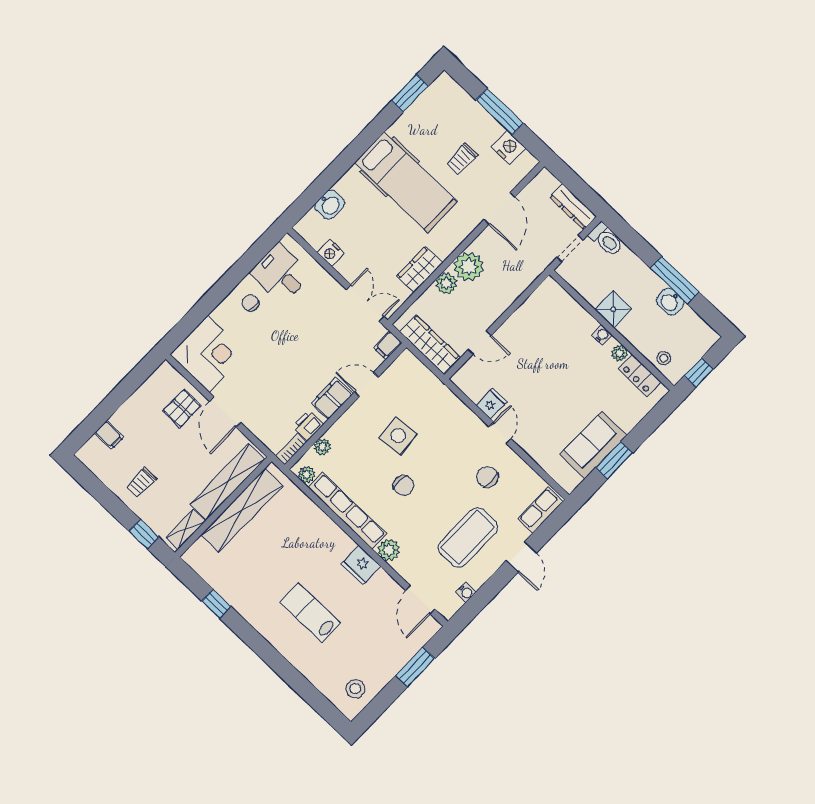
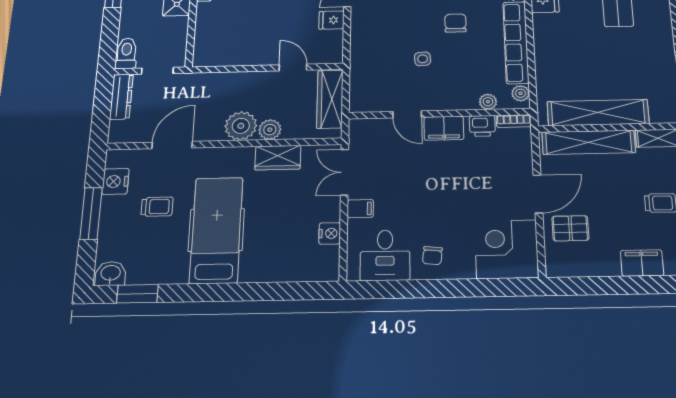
washbasin: (330, 205) -> (111, 274), moved
filing cabinet: (388, 345) -> (360, 209), moved
filing cabinet: (109, 435) -> (642, 263), width x2.00
side table: (398, 436) -> (423, 59), width x0.54, depth x0.54

